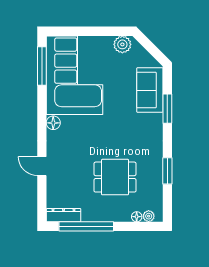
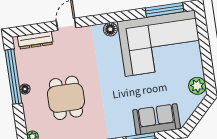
dresser: (64, 215) -> (35, 40), moved, turned 90
floor lamp: (137, 217) -> (25, 89), moved

